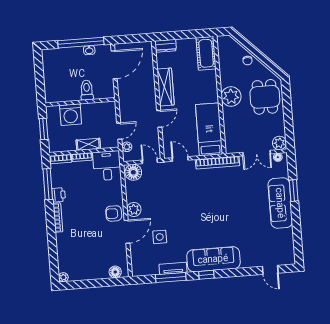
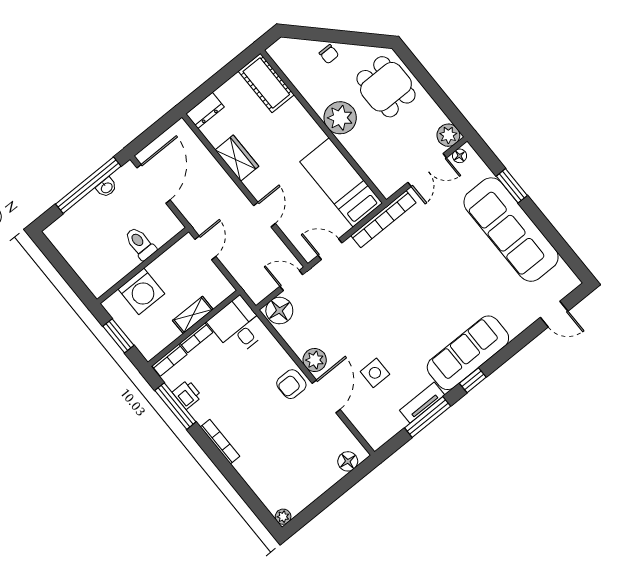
wardrobe: (166, 87) -> (237, 158), width x0.67
door: (119, 131) -> (205, 248), moved
plant: (127, 147) -> (247, 282), removed
printer: (59, 195) -> (187, 394), moved
sofa: (280, 203) -> (511, 230), width x1.36, depth x1.27

